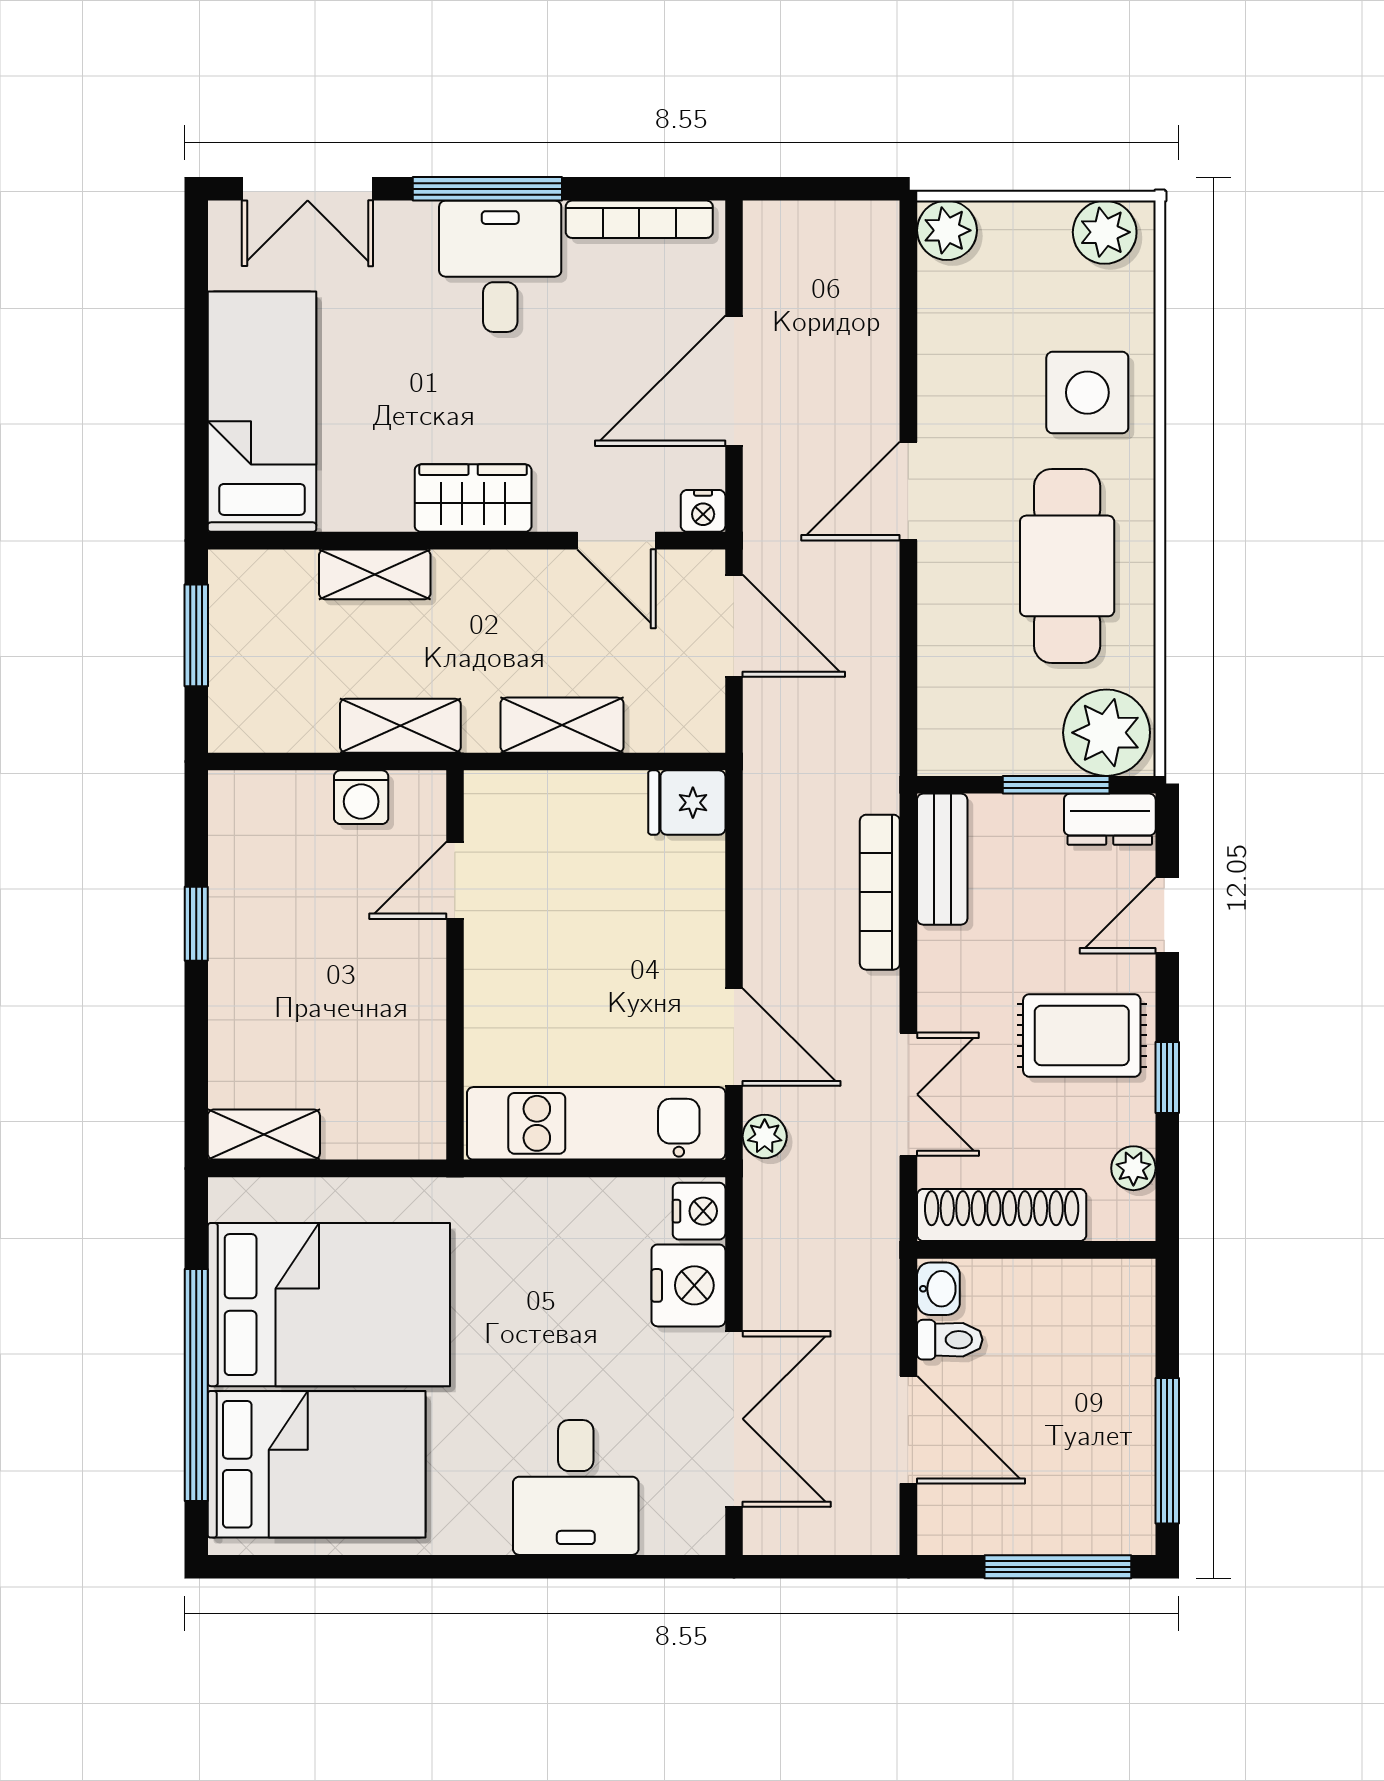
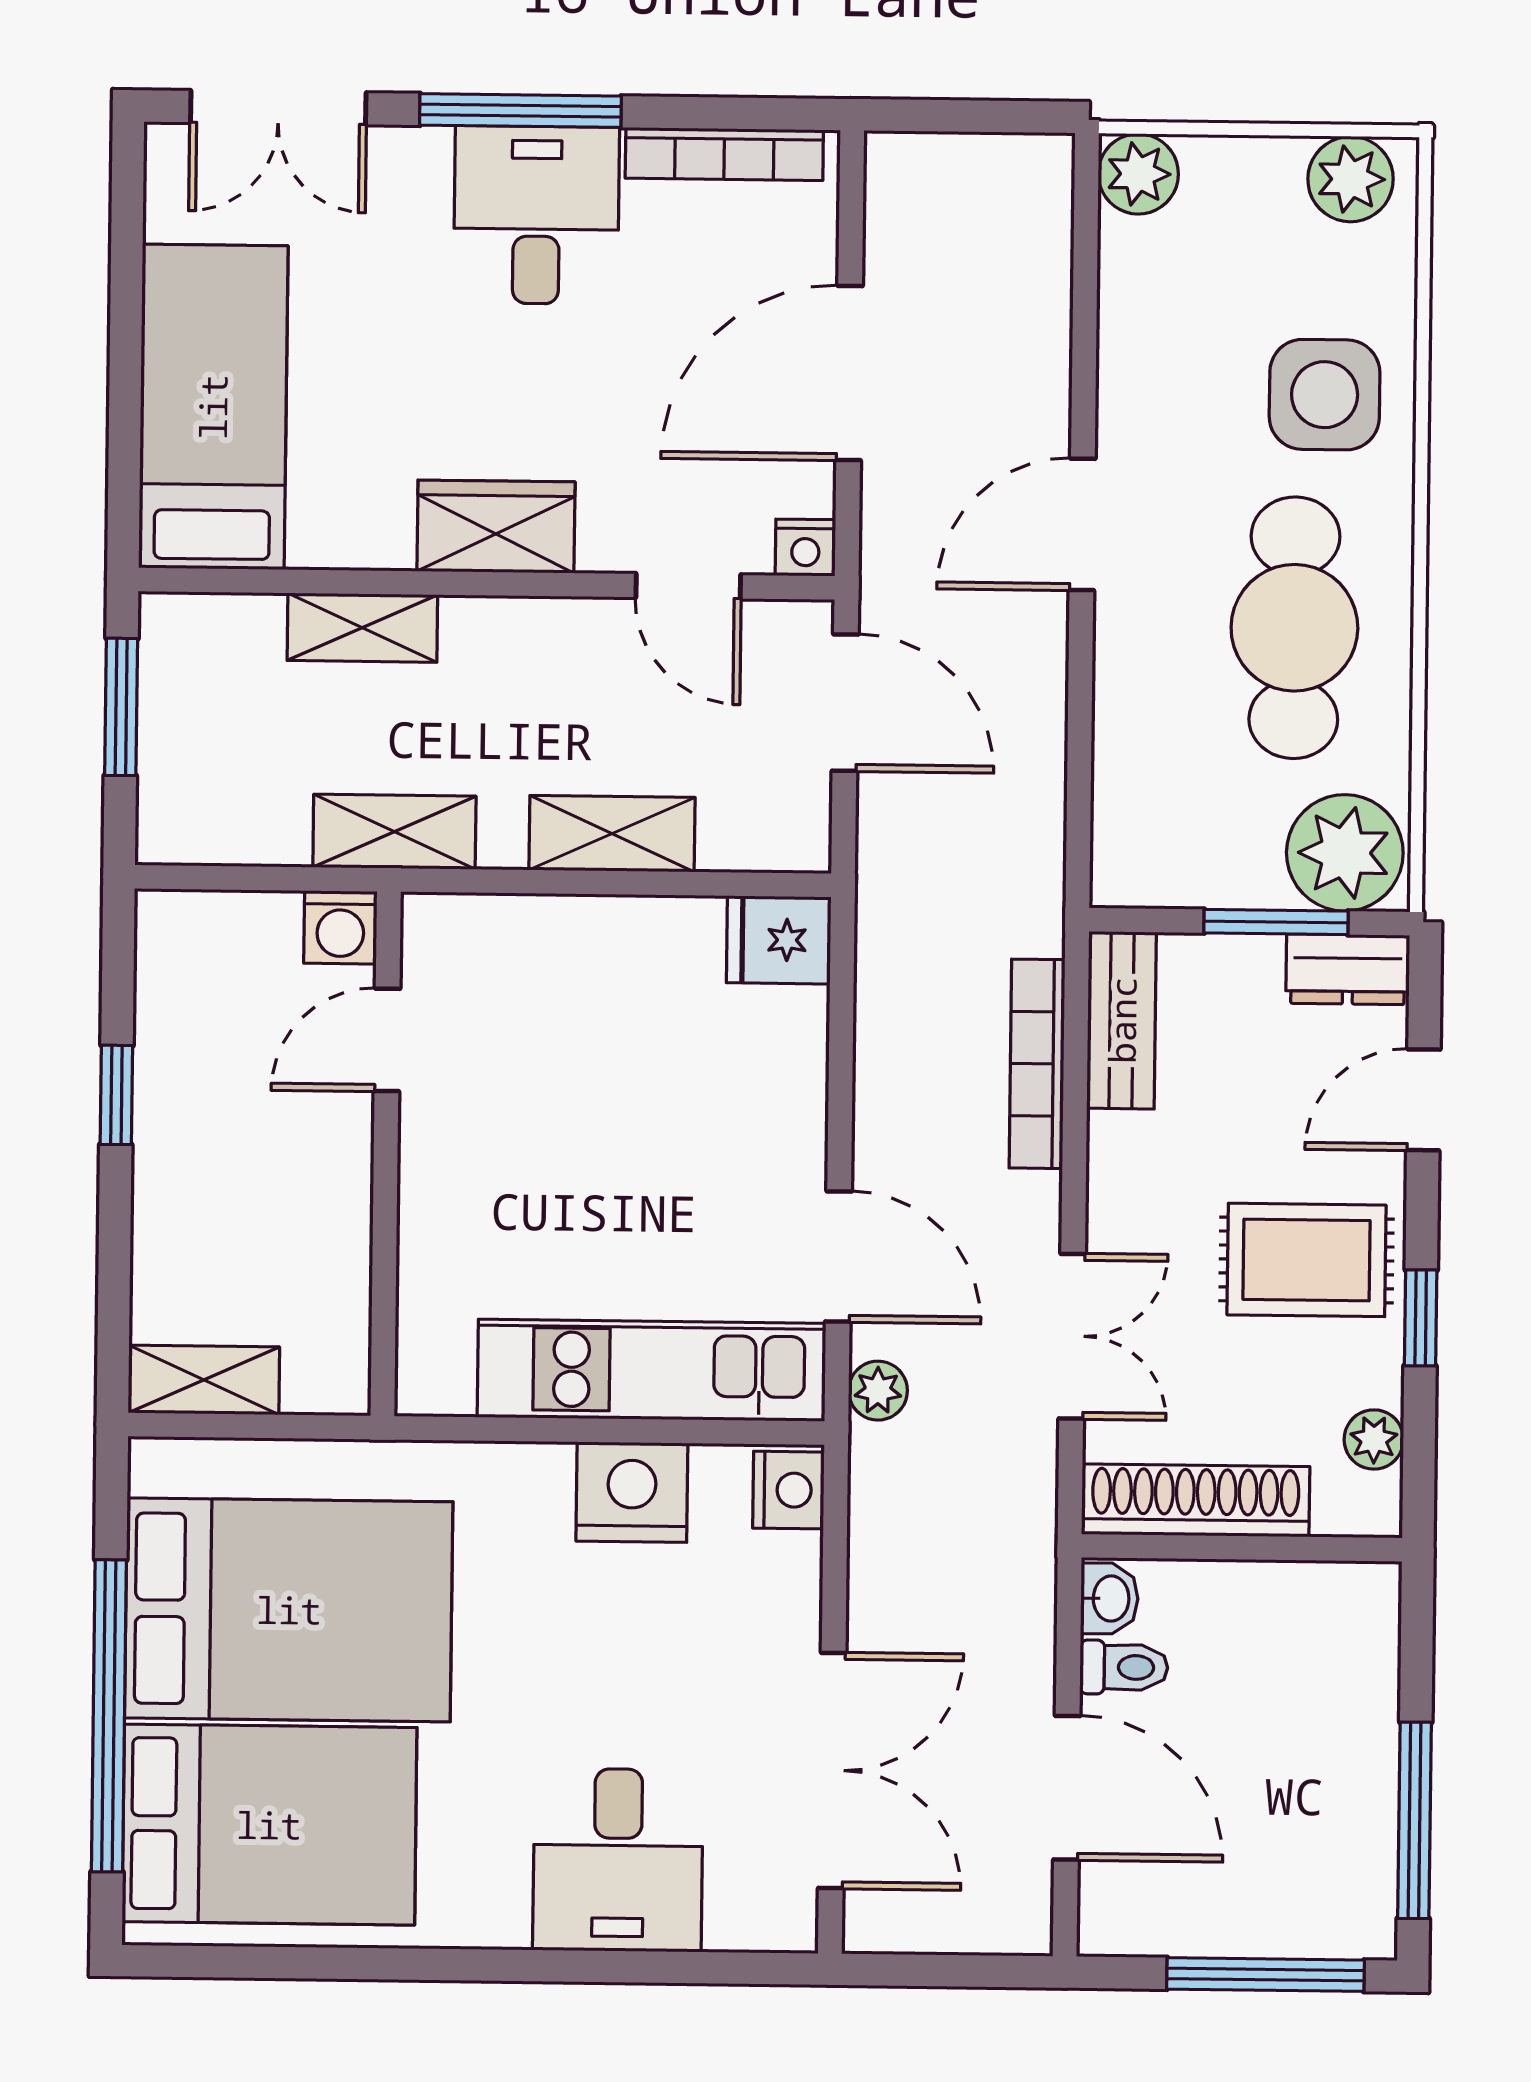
door: (455, 880) -> (387, 1040), moved
wall: (455, 965) -> (386, 1154), moved
nightstand: (688, 1285) -> (632, 1492), moved, turned -90

